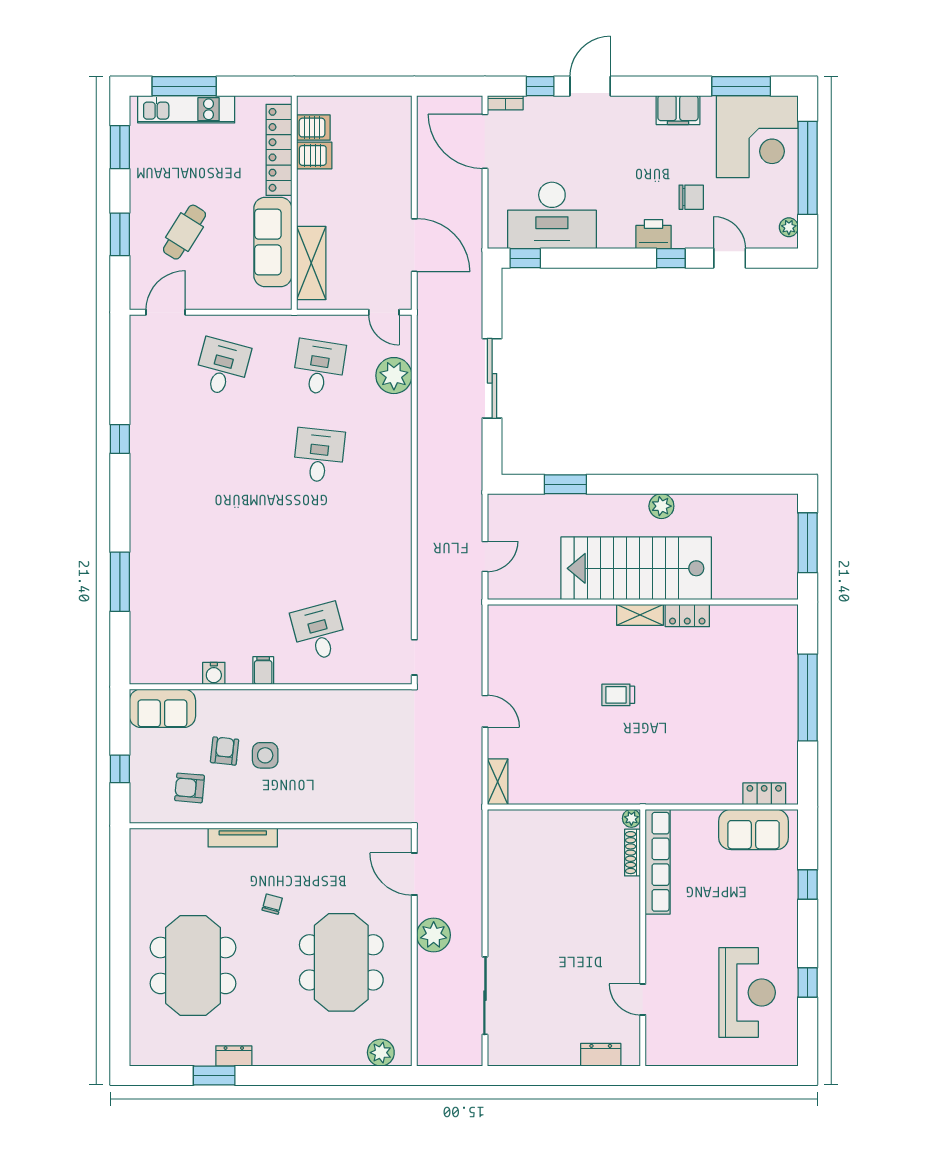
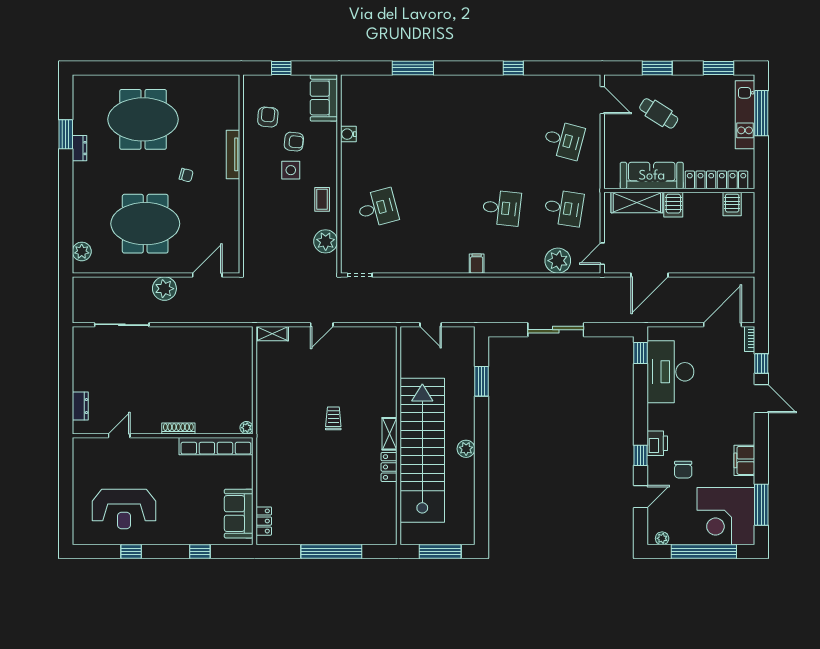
server rack: (314, 155) -> (673, 205), moved
stairs: (636, 568) -> (422, 450), width x1.36
filing cabinet: (263, 671) -> (477, 264), moved, turned -90
plant: (367, 706) -> (326, 241), added
coffee table: (307, 711) -> (322, 199), added
shoe rack: (632, 853) -> (178, 428), moved

